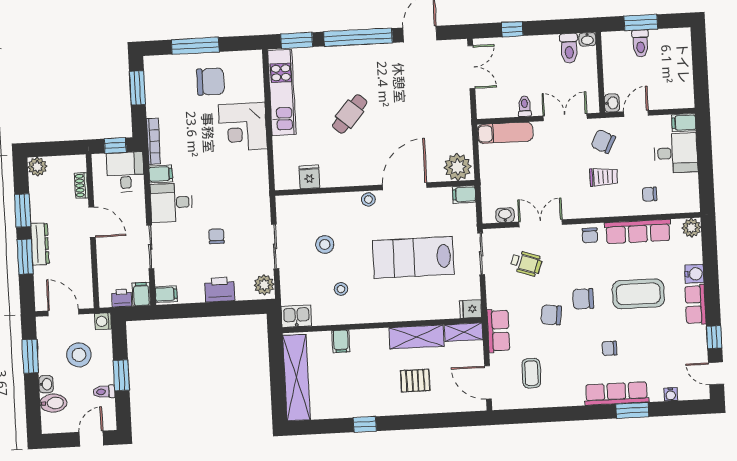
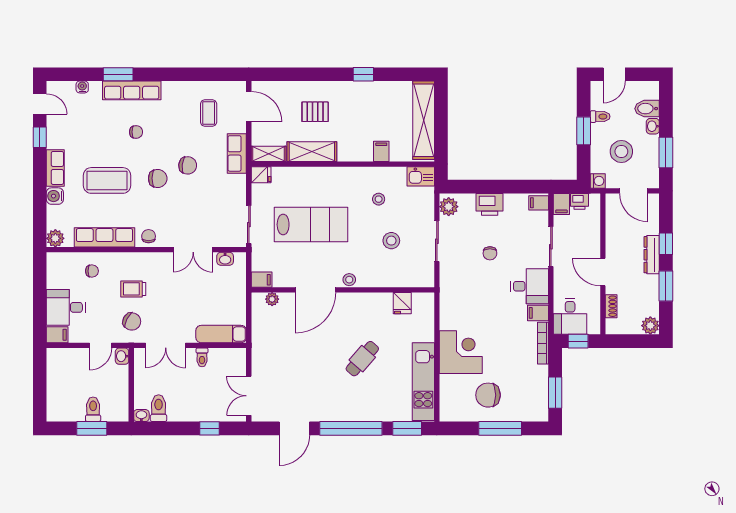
plant: (458, 167) -> (272, 299), width x0.53, depth x0.53
window: (25, 257) -> (666, 244), width x0.67
wheelchair: (526, 263) -> (208, 214), removed

